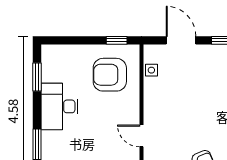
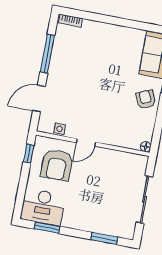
desk: (59, 106) -> (43, 207), moved
door: (142, 136) -> (86, 142), moved

